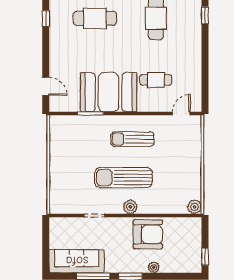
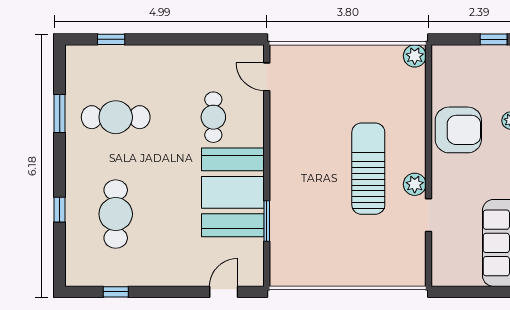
sun lounger: (132, 139) -> (307, 154), removed
sun lounger: (123, 178) -> (368, 169), turned 180
plant: (130, 207) -> (415, 184), moved
armchair: (148, 234) -> (458, 130), turned 90

